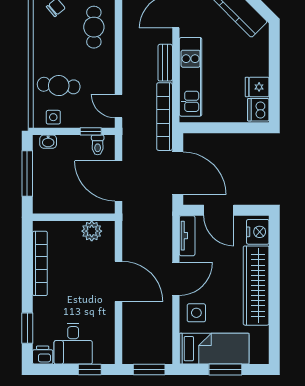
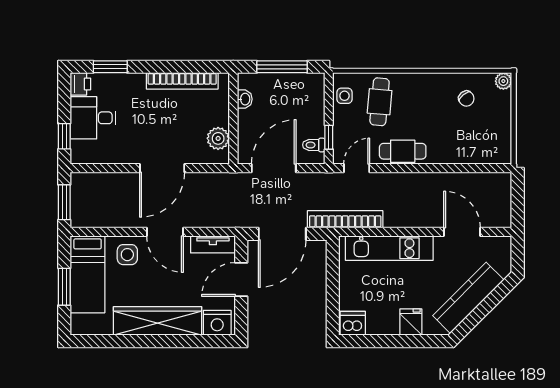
cafe table: (94, 27) -> (403, 151), moved
bench: (165, 63) -> (405, 220), removed
fridge: (257, 87) -> (411, 322), moved
washbasin: (48, 142) -> (245, 99), moved, turned 180

